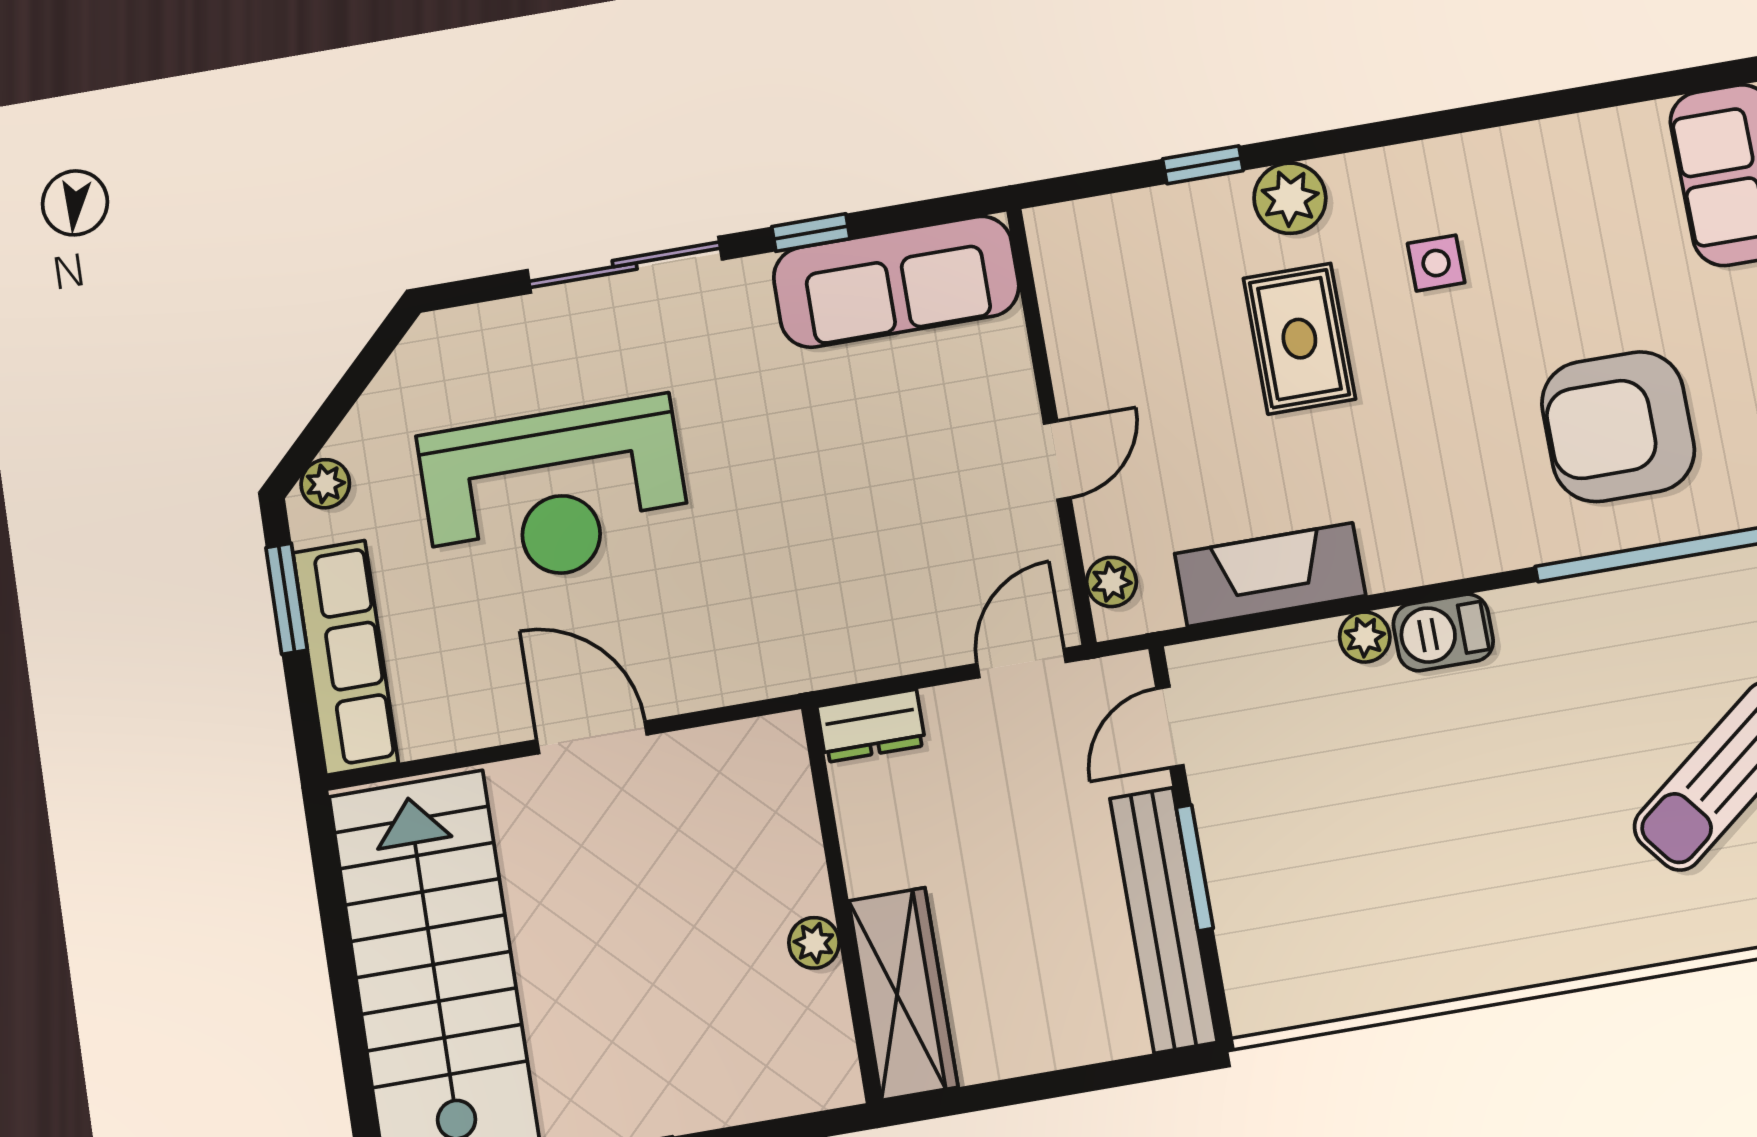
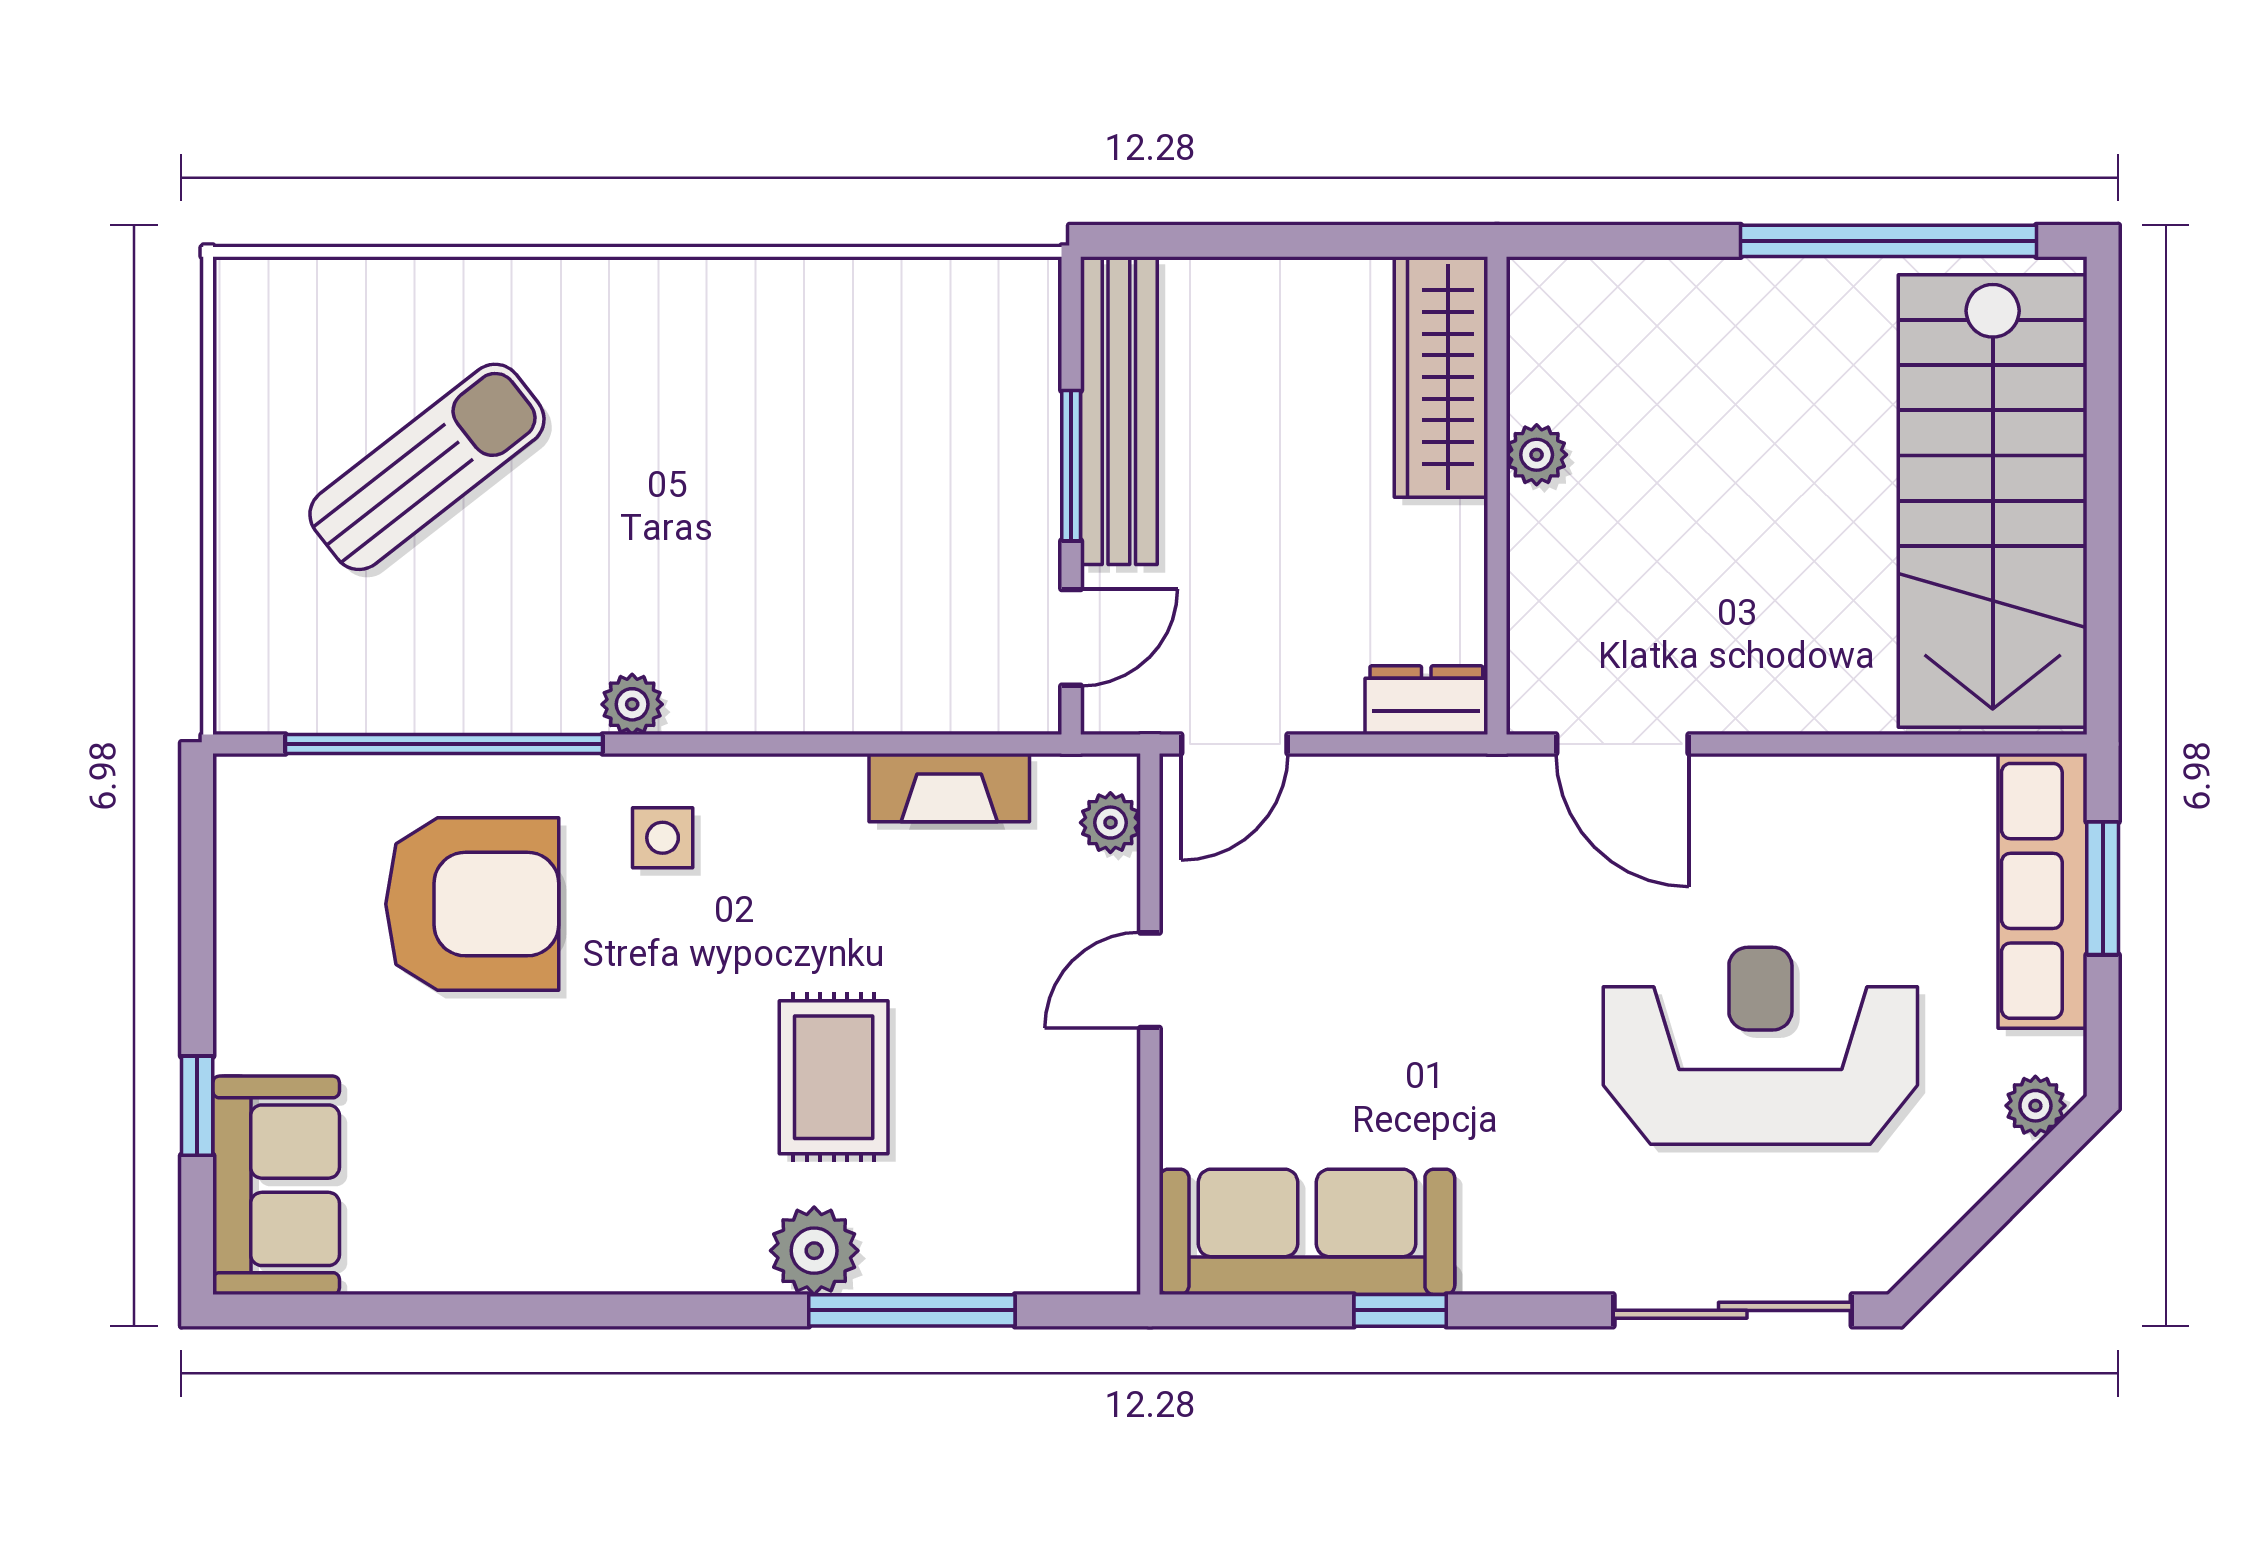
window: (1203, 165) -> (912, 1310), width x2.17
side table: (1436, 263) -> (663, 838), moved
sliding door: (625, 265) -> (1733, 1310), moved
fireplace: (1270, 575) -> (949, 788), width x0.73, depth x0.76
window: (287, 599) -> (2103, 888), moved
barbecue: (1443, 632) -> (726, 694), removed
plant: (1365, 637) -> (632, 704), moved
door: (592, 737) -> (1622, 744), moved

